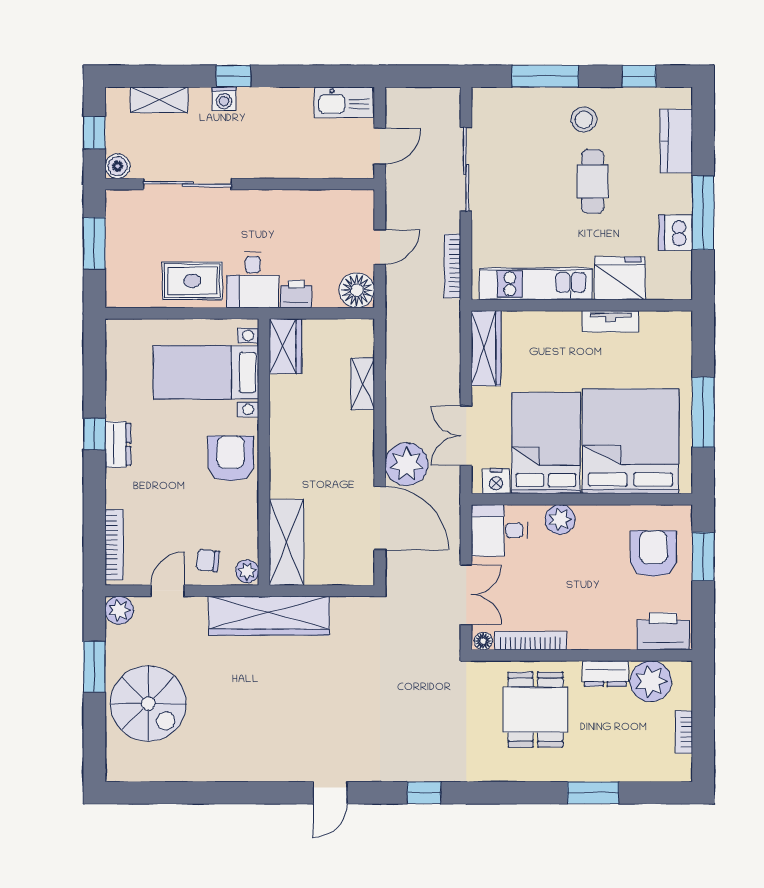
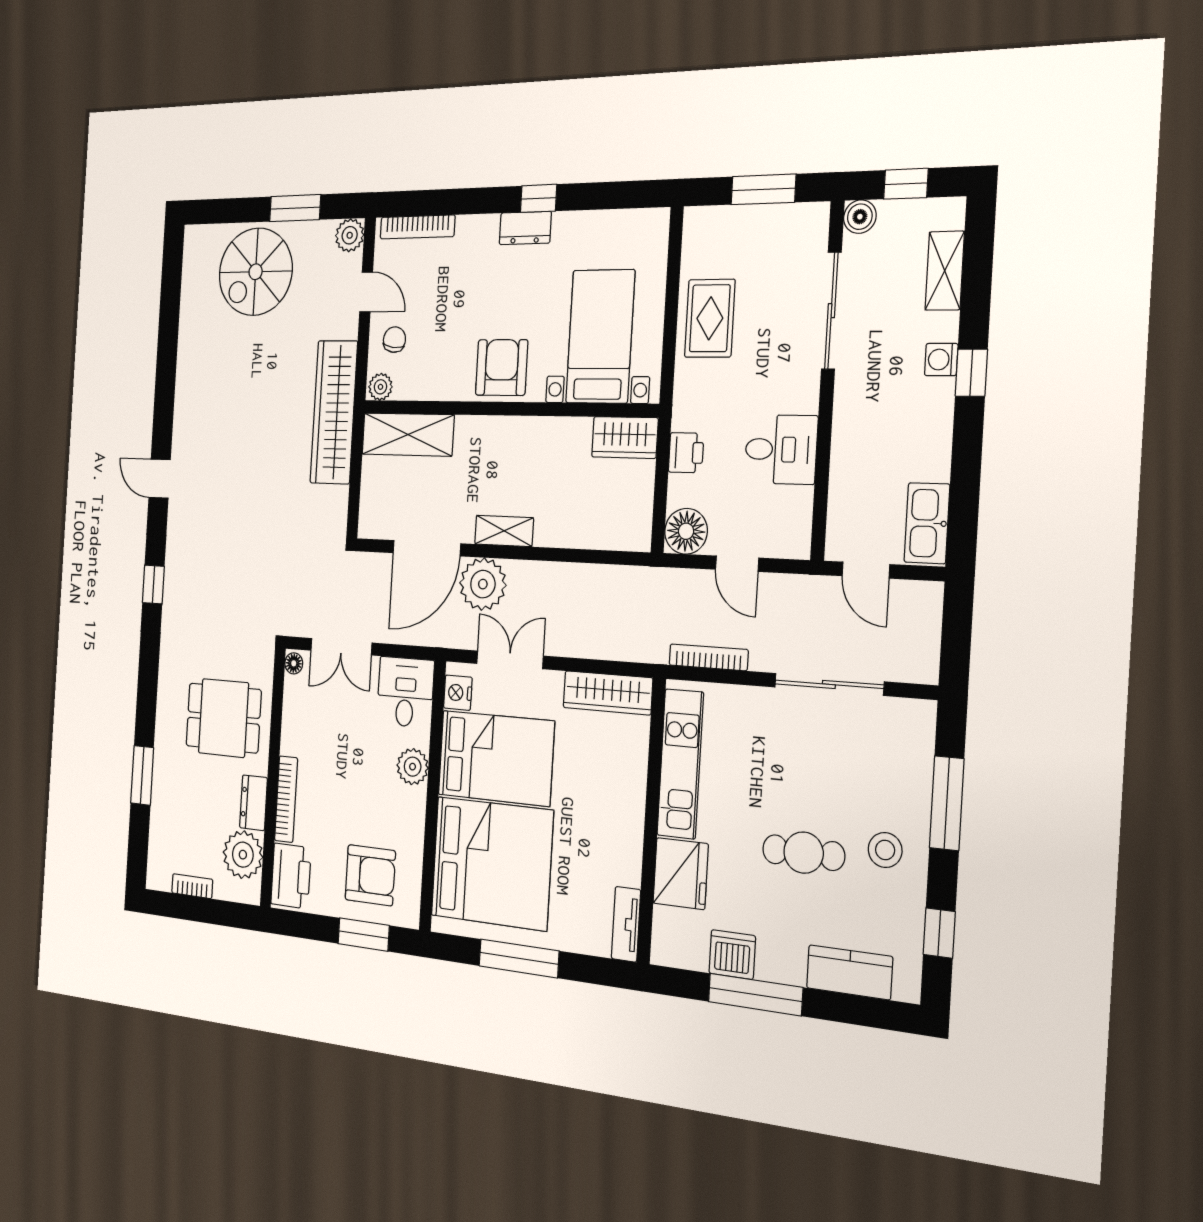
desk: (253, 280) -> (781, 449), moved, turned 180
tv unit: (611, 321) -> (626, 924), moved
shelving: (363, 384) -> (504, 531), moved
armchair: (231, 459) -> (502, 367), turned -90
bookcase: (530, 641) -> (286, 799), moved

